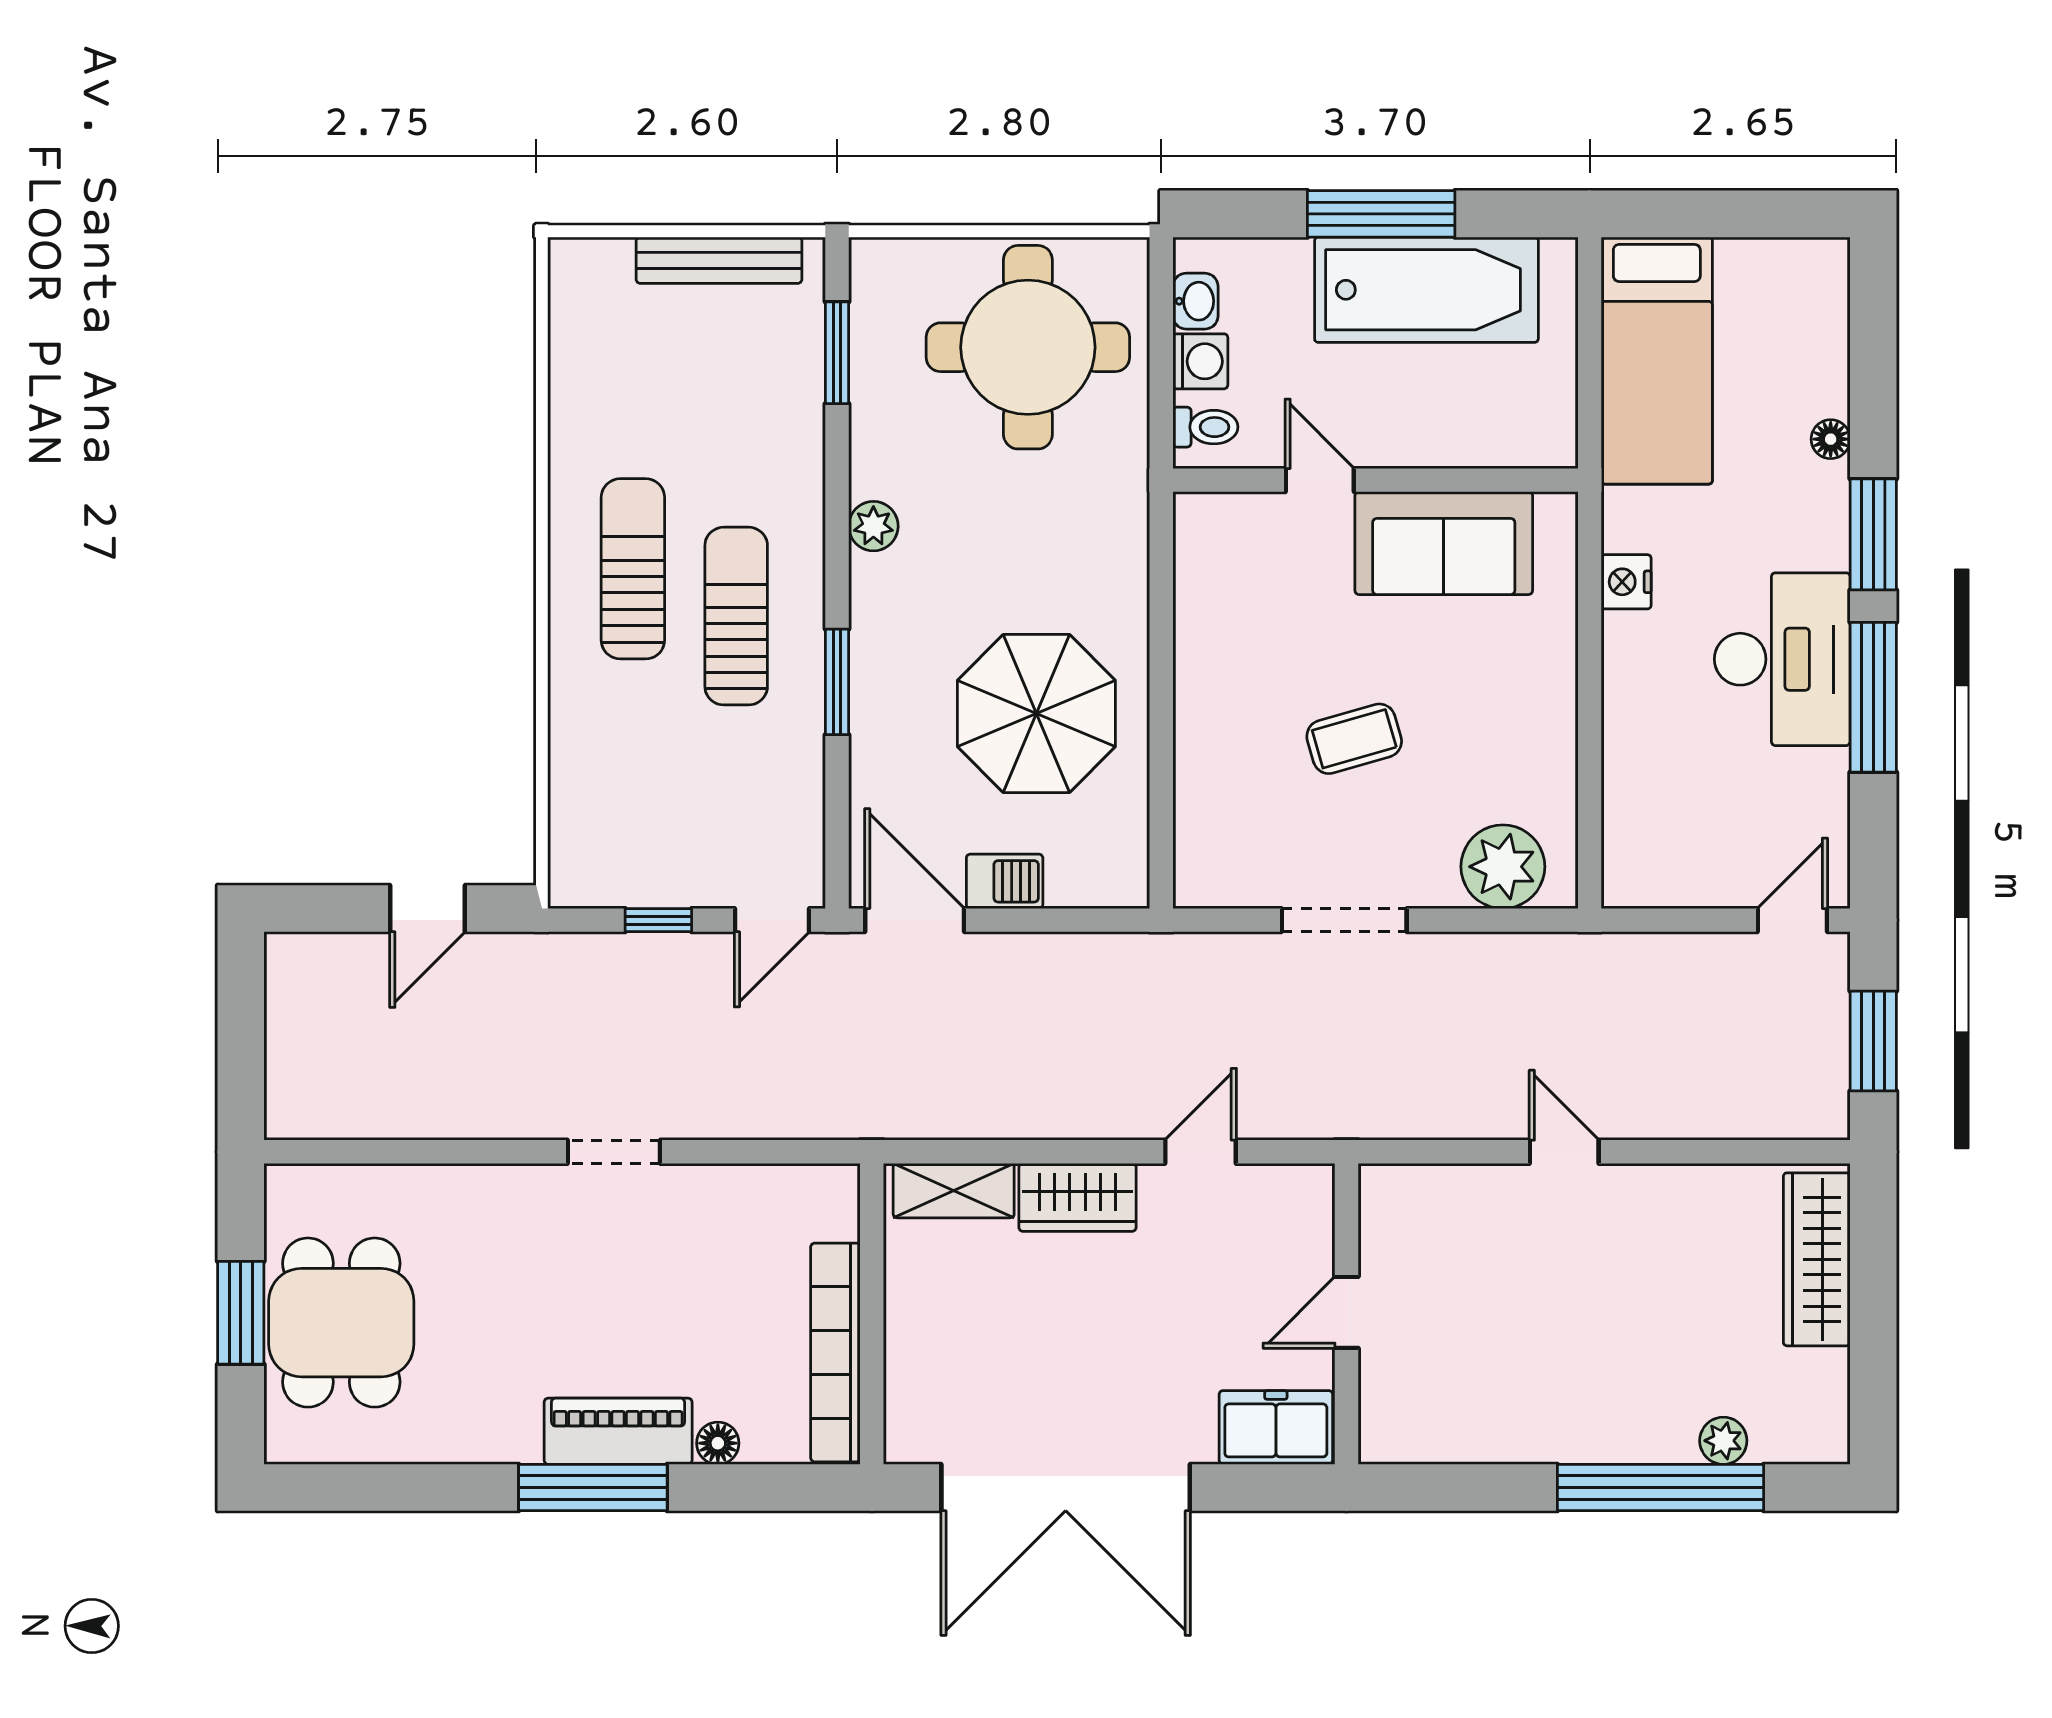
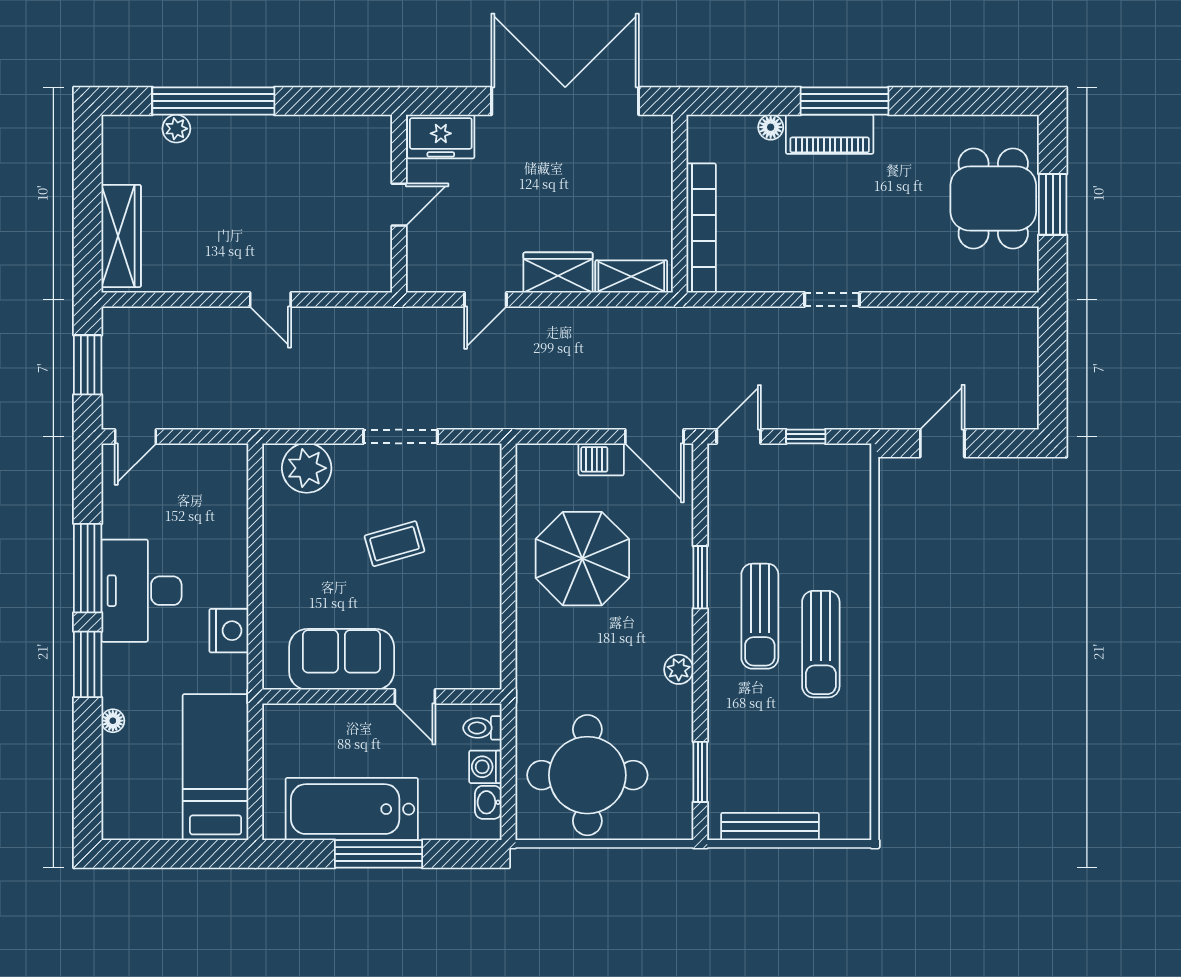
nightstand: (1626, 582) -> (229, 631), width x1.36, depth x1.33
bookcase: (835, 1352) -> (701, 228), moved

